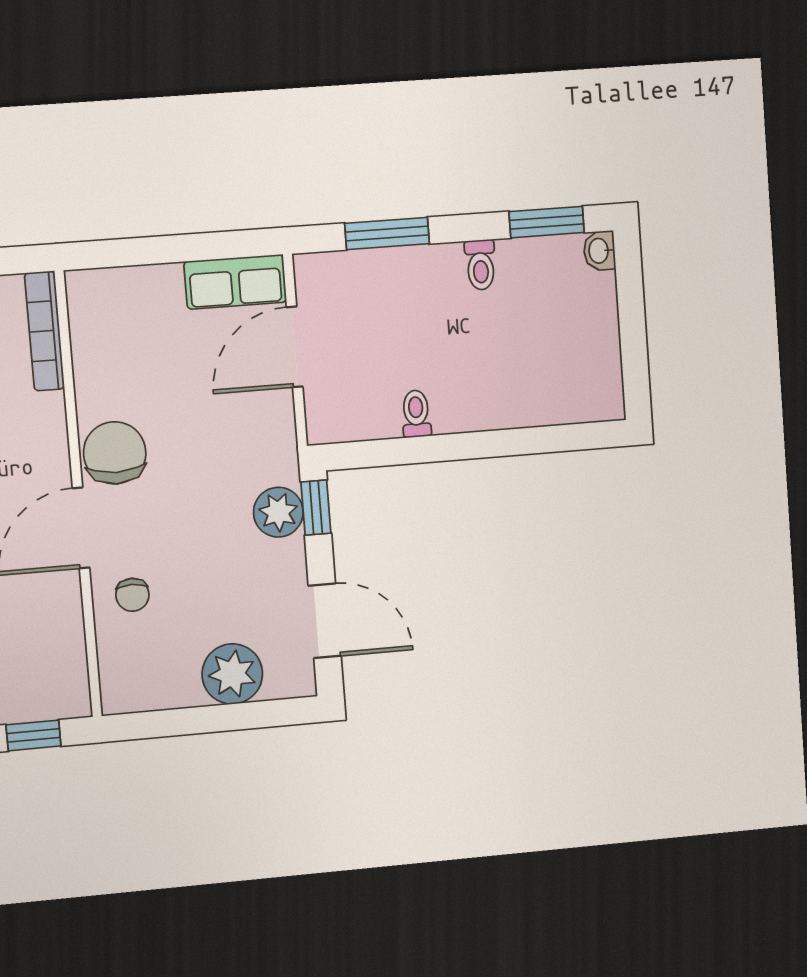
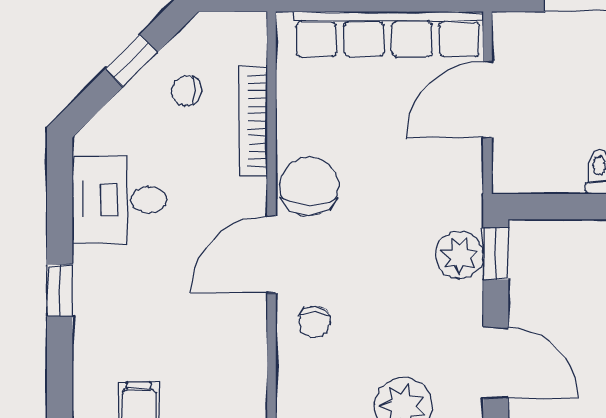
row of seats: (235, 282) -> (388, 34), width x2.02
bookcase: (44, 331) -> (253, 121), moved

